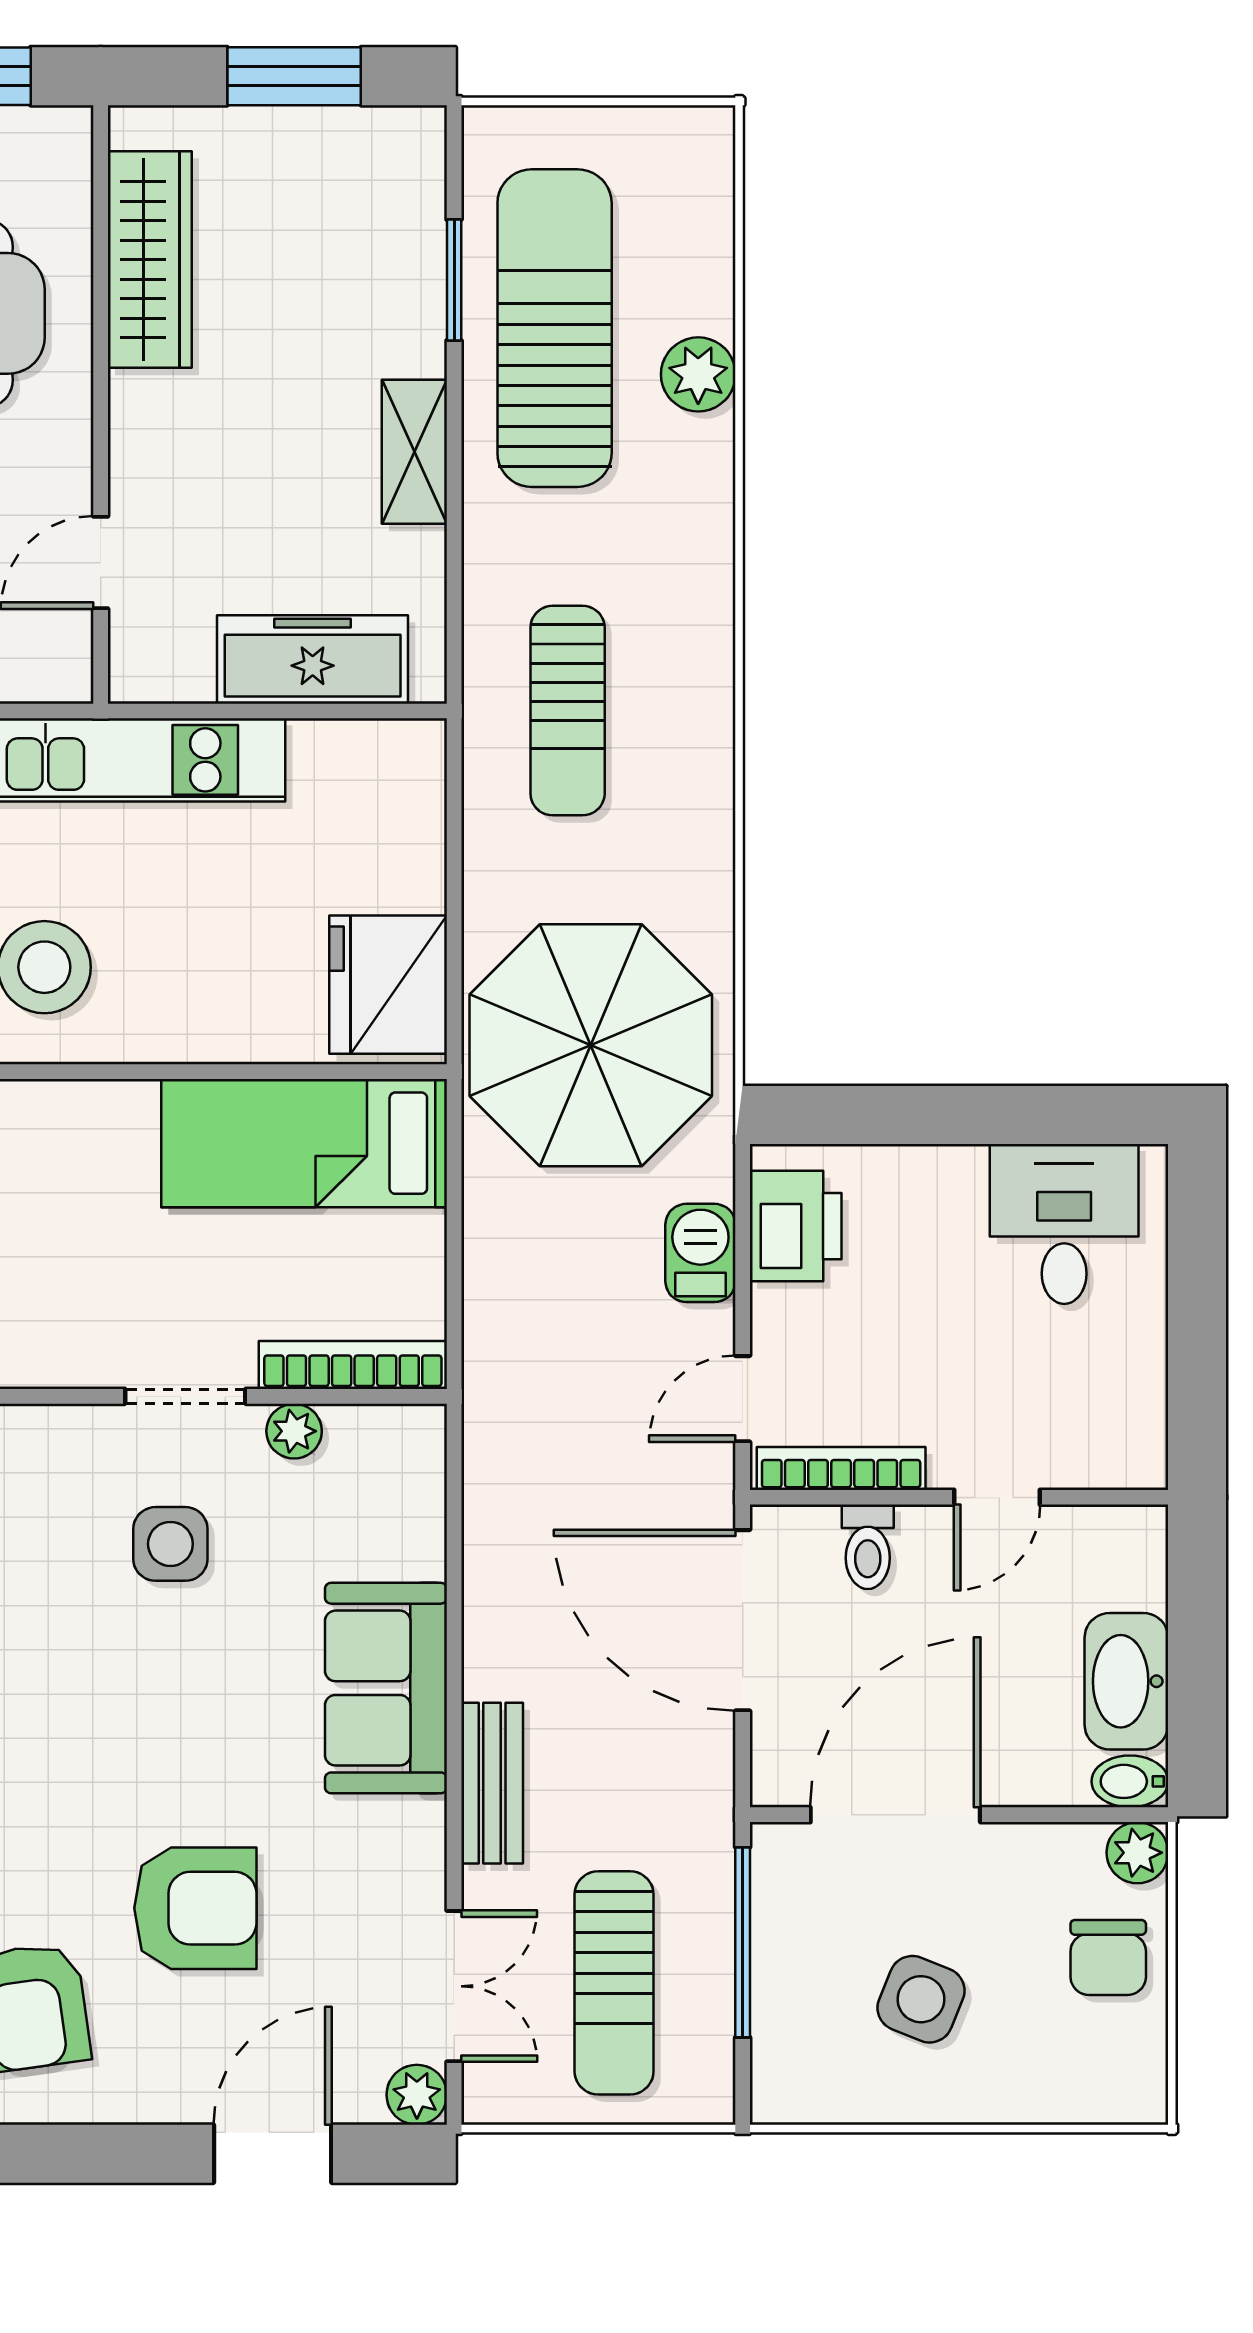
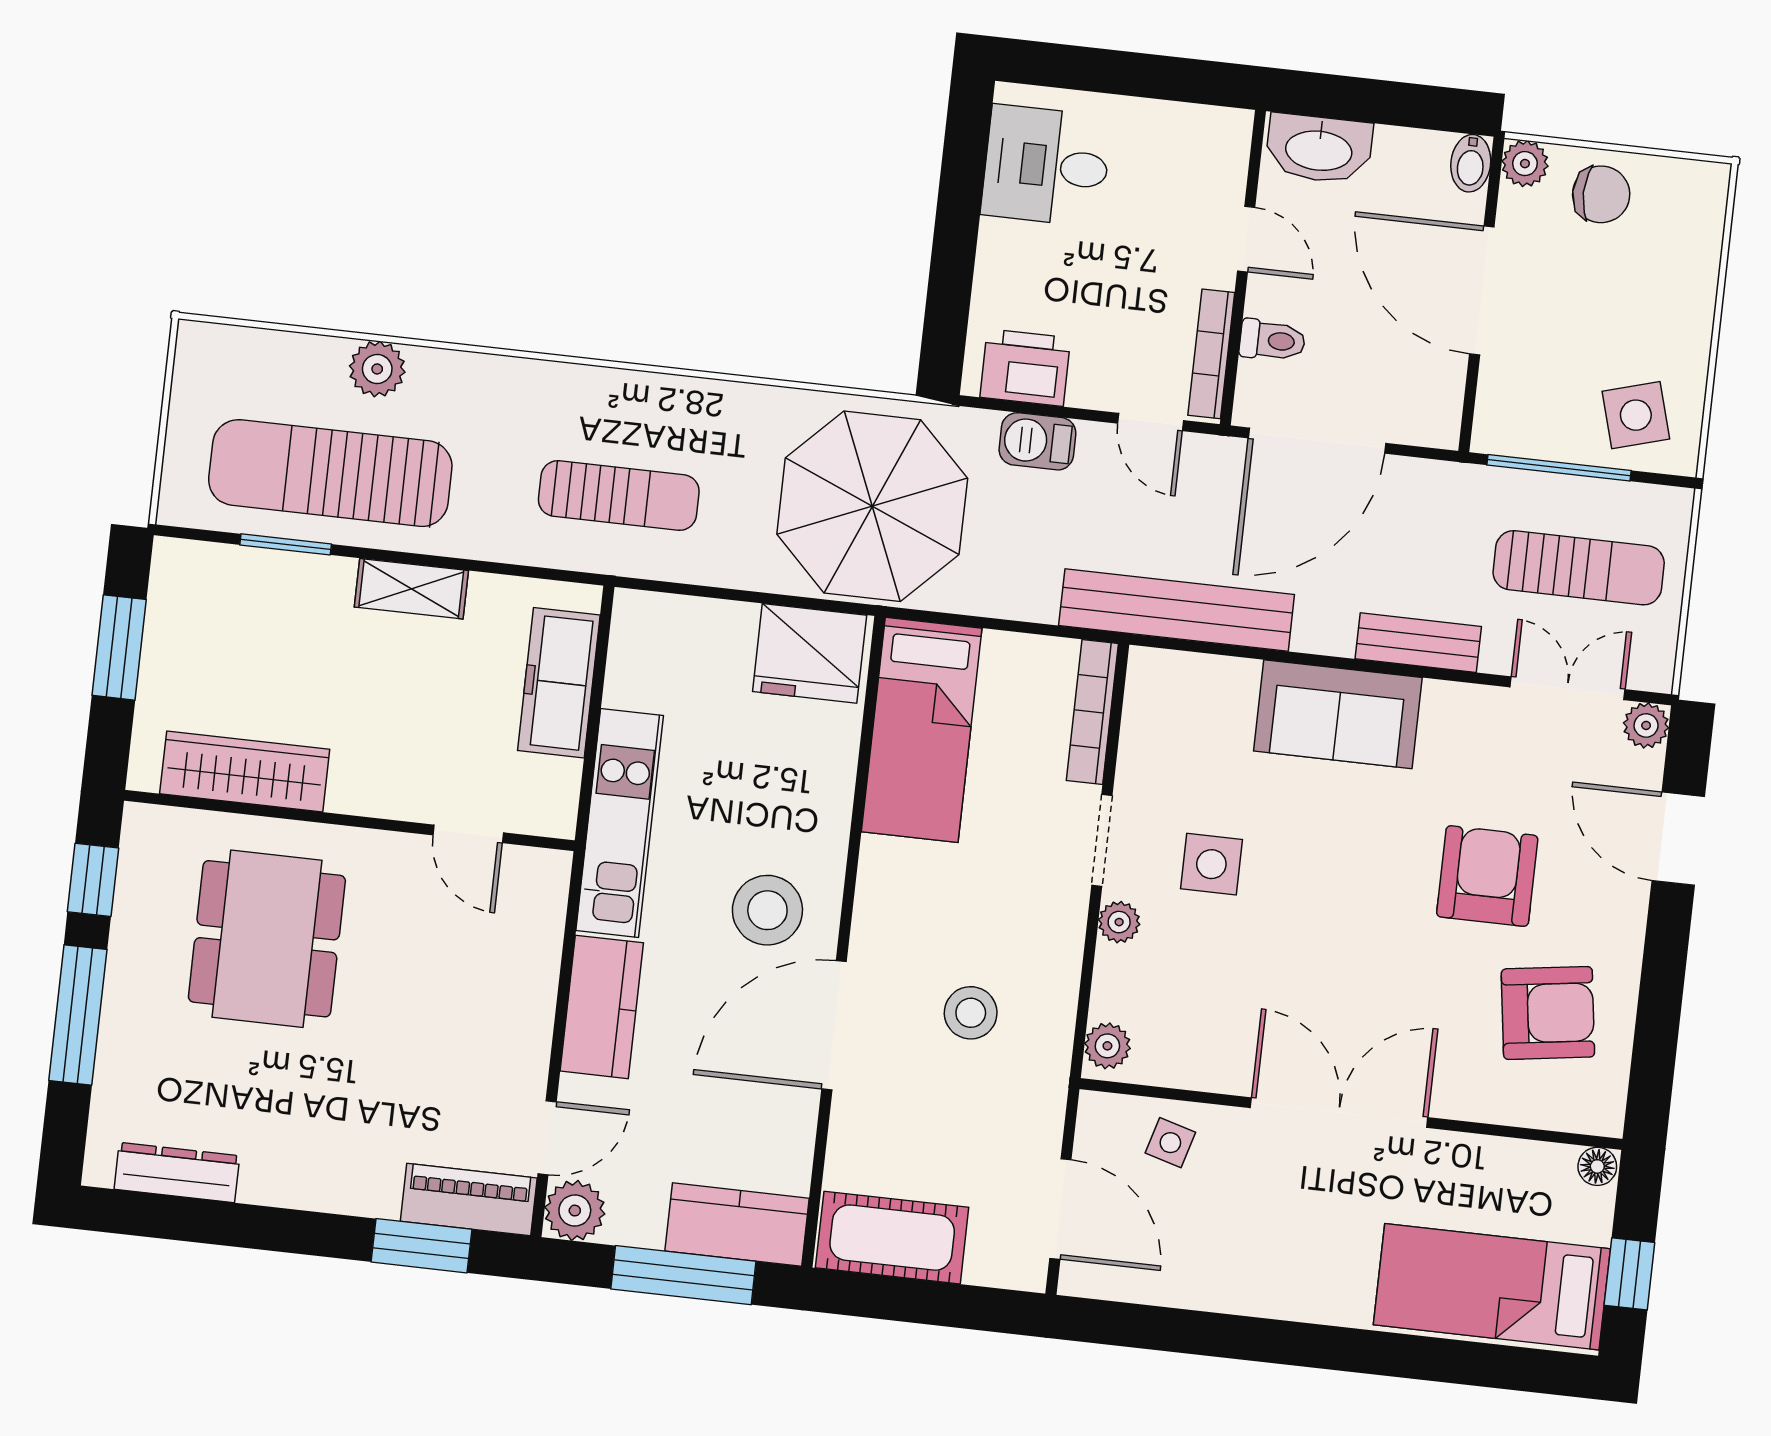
plant: (294, 1431) -> (1119, 922), moved
bench: (499, 1461) -> (1177, 610), added
washbasin: (1126, 1681) -> (1319, 149), moved
door: (895, 1815) -> (1482, 290), moved
side table: (921, 1999) -> (1636, 415), moved, turned -38

